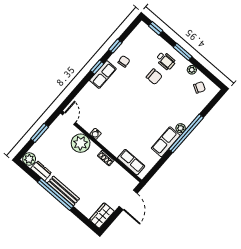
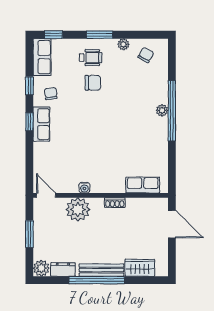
row of seats: (166, 142) -> (42, 57), moved, turned 180
wardrobe: (102, 215) -> (140, 268), moved, turned 90

